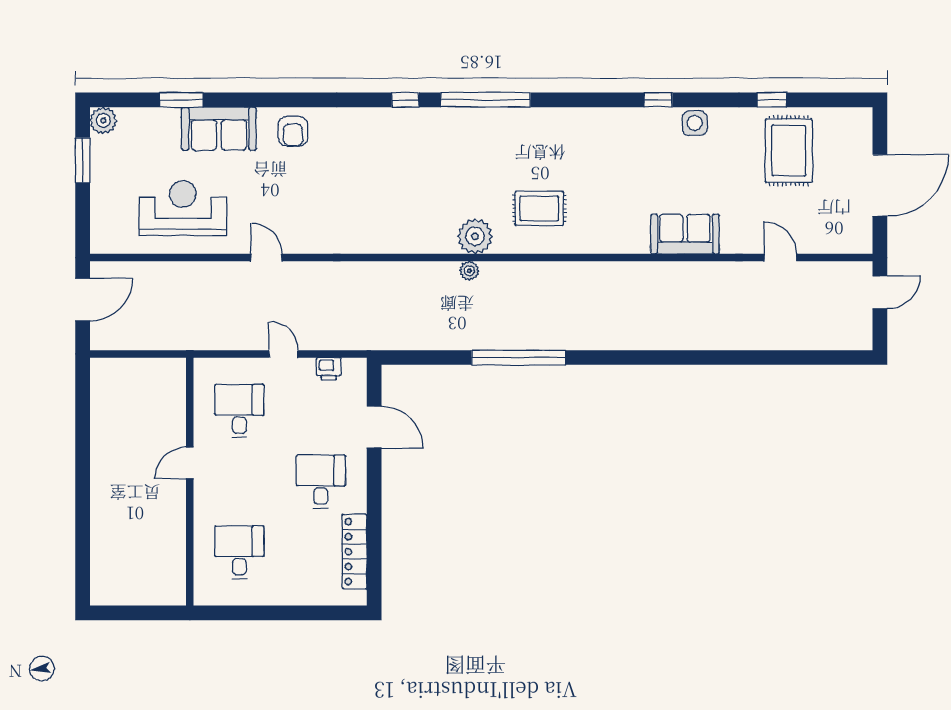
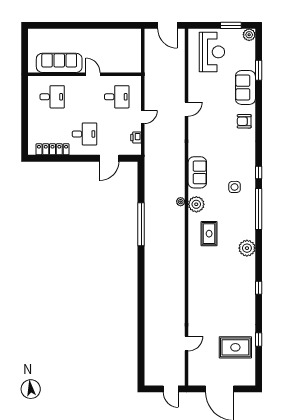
side table: (695, 123) -> (234, 187), moved
plant: (571, 125) -> (247, 248), added
reception desk: (183, 208) -> (212, 52), moved
sofa: (685, 234) -> (197, 172), moved
sofa: (165, 537) -> (59, 63), added

